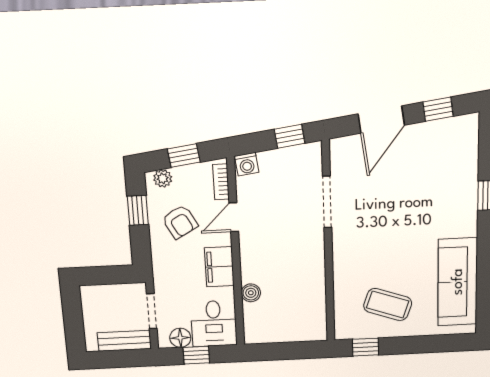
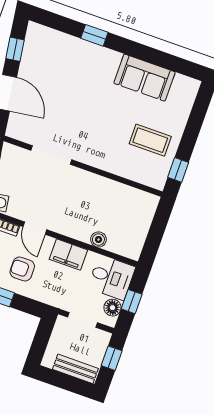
armchair: (180, 222) -> (22, 269), turned -151
sofa: (458, 282) -> (145, 78), width x0.73
coffee table: (388, 304) -> (150, 140), turned 71
bench: (124, 341) -> (75, 369), moved, turned 90
window: (123, 359) -> (112, 358), added

